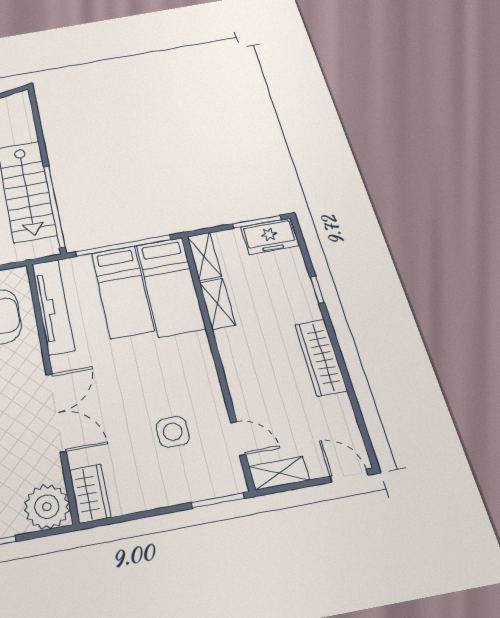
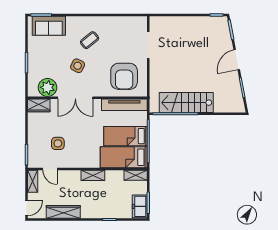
shelving: (217, 304) -> (93, 175), moved
wardrobe: (321, 357) -> (63, 212), moved
door: (238, 438) -> (50, 169), hinge flipped
plant: (47, 507) -> (47, 87), moved

